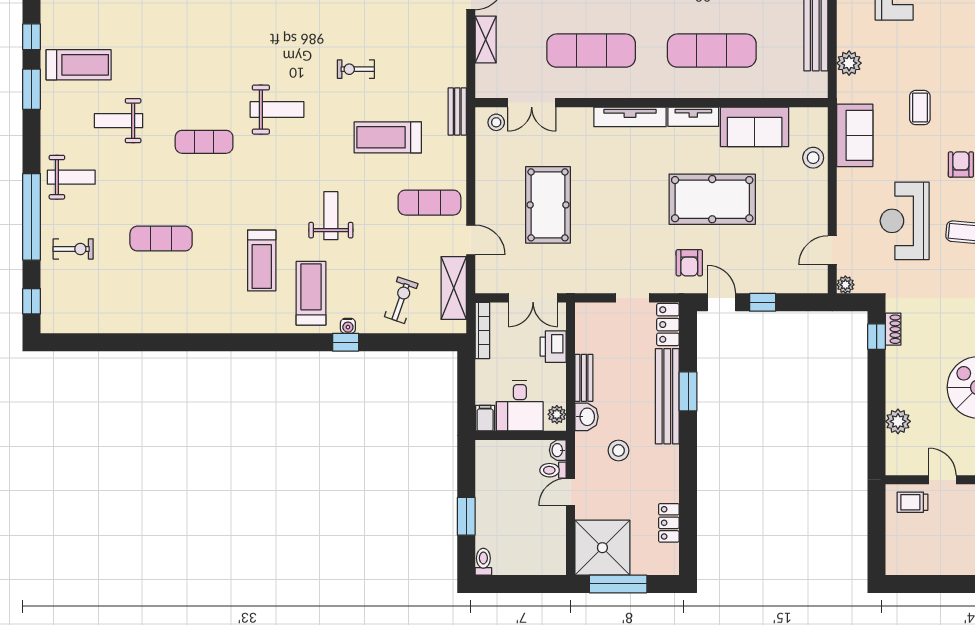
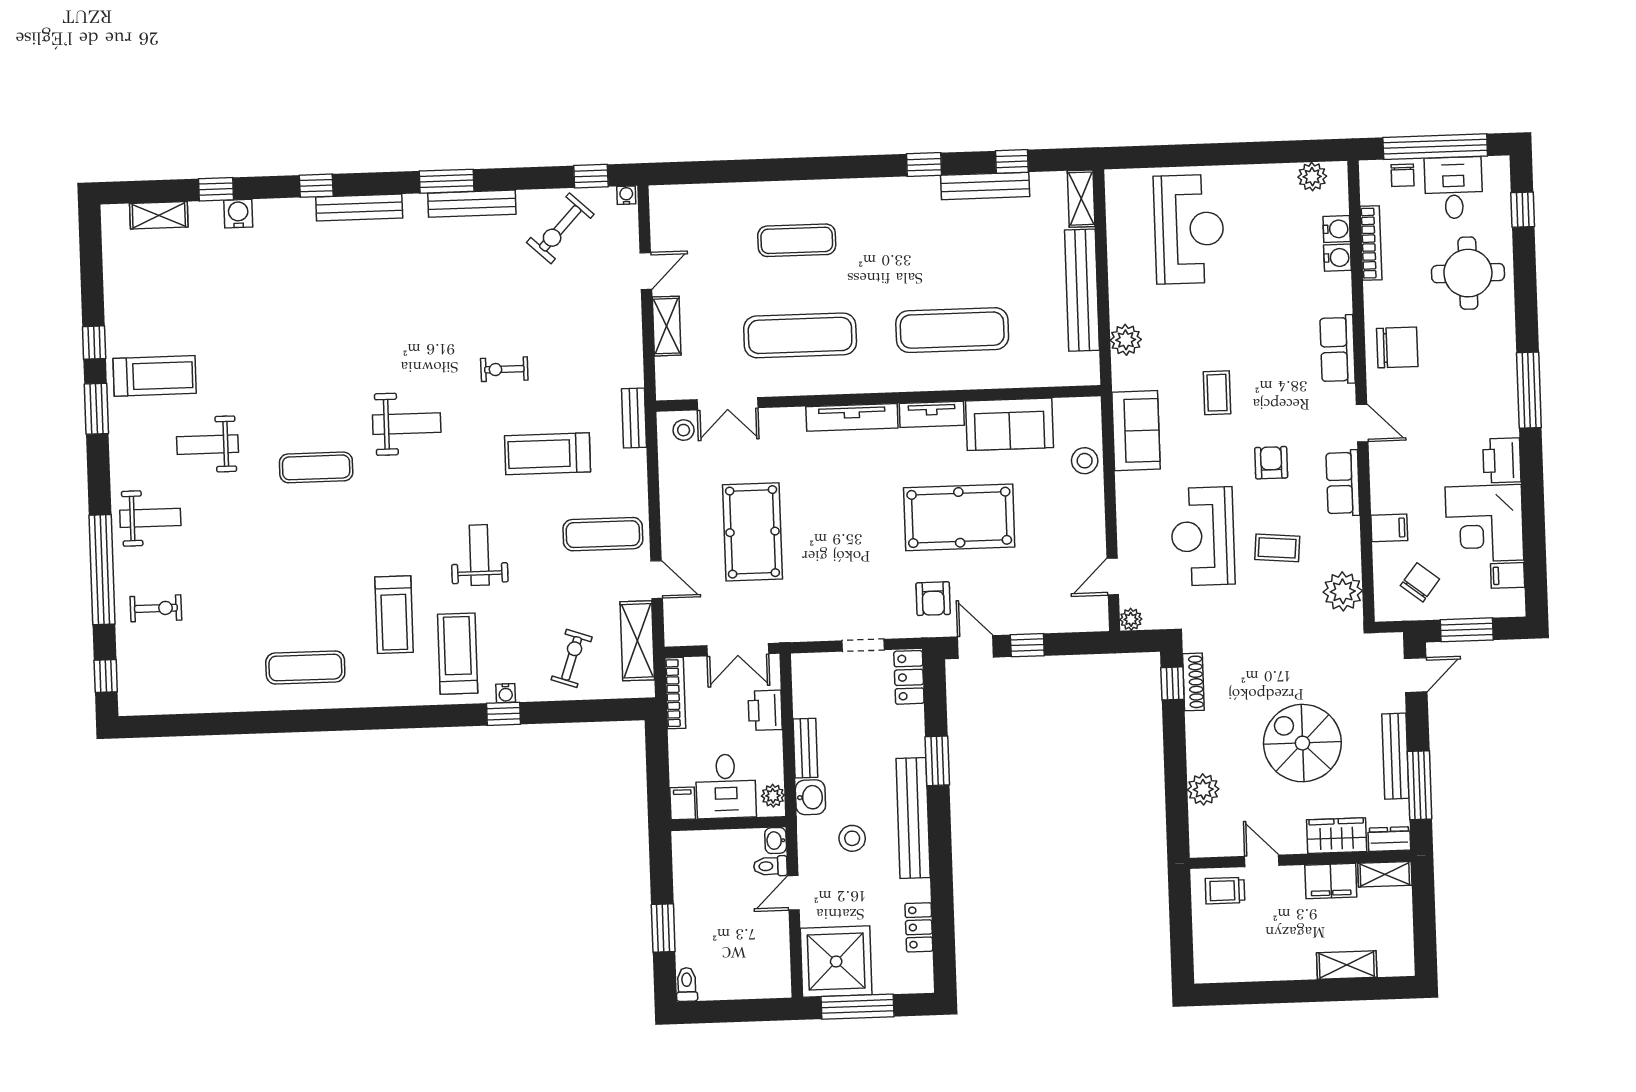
exercise mat: (161, 239) -> (305, 668), moved
shoe rack: (893, 329) -> (1193, 682), width x1.43
bench: (667, 396) -> (913, 818), moved

